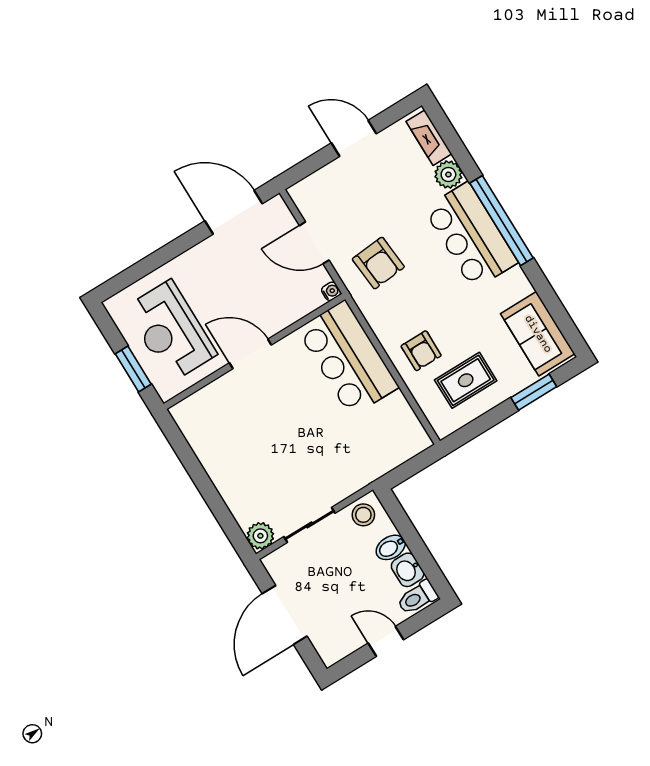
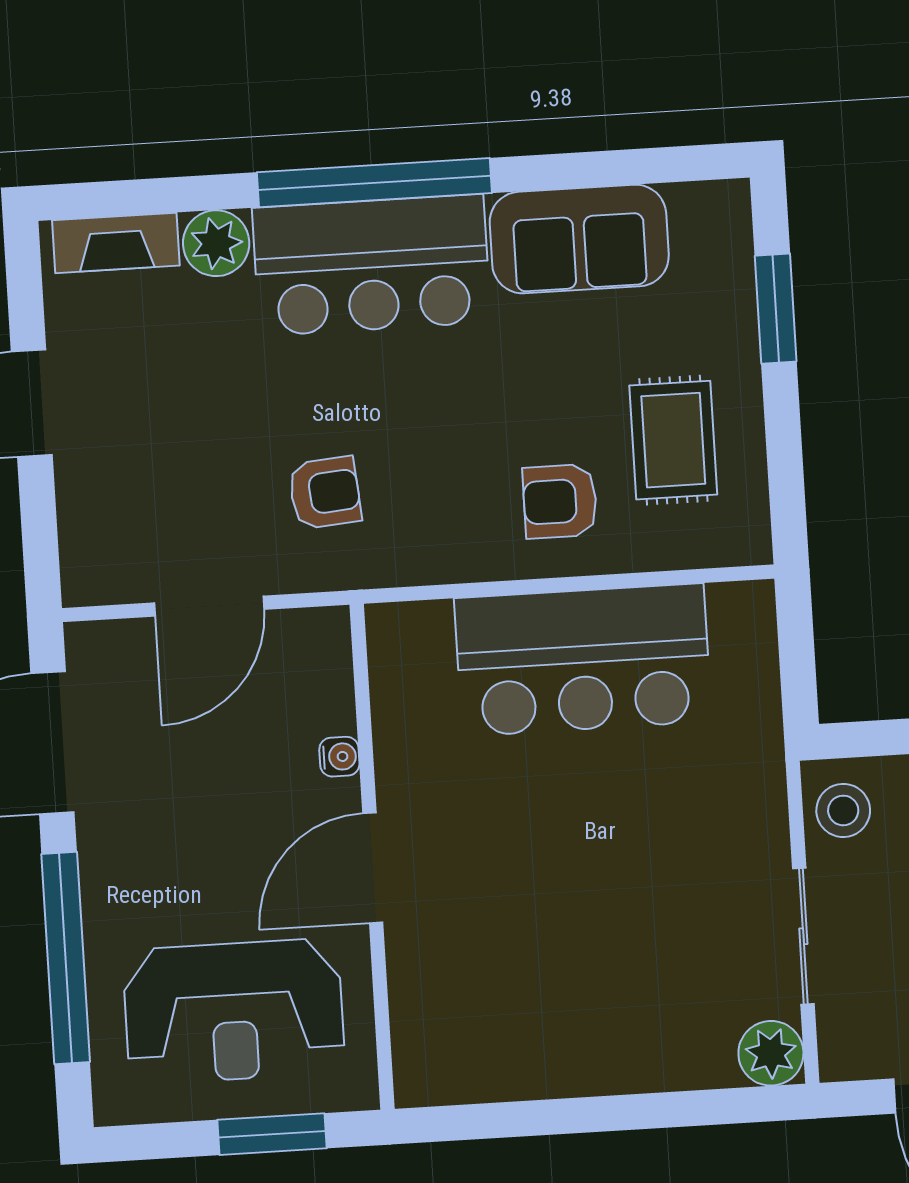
window: (157, 259) -> (66, 958), added
armchair: (378, 263) -> (325, 493), width x0.72, depth x0.72
water cooler: (331, 291) -> (339, 757), moved, turned 90
sofa: (538, 334) -> (579, 239), moved
armchair: (421, 351) -> (560, 501), turned 180
bar counter: (348, 358) -> (583, 660), moved

